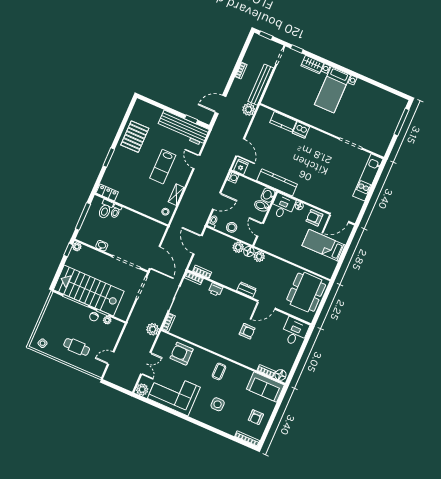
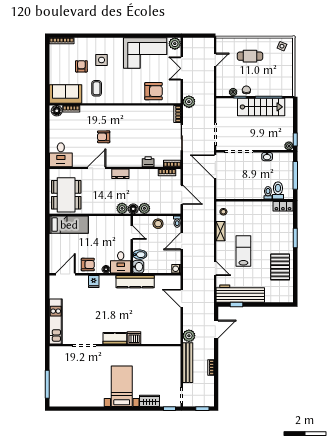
kitchen counter: (283, 122) -> (115, 338), moved
fridge: (241, 167) -> (94, 281), moved
bed: (324, 245) -> (69, 225), moved
stairs: (89, 290) -> (261, 107), width x0.73, depth x0.66
coffee table: (219, 371) -> (97, 88), moved
armchair: (256, 417) -> (81, 66), moved

